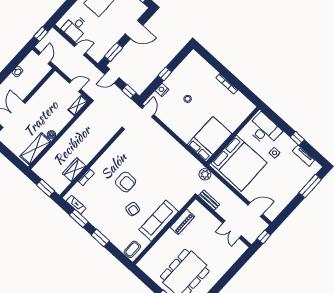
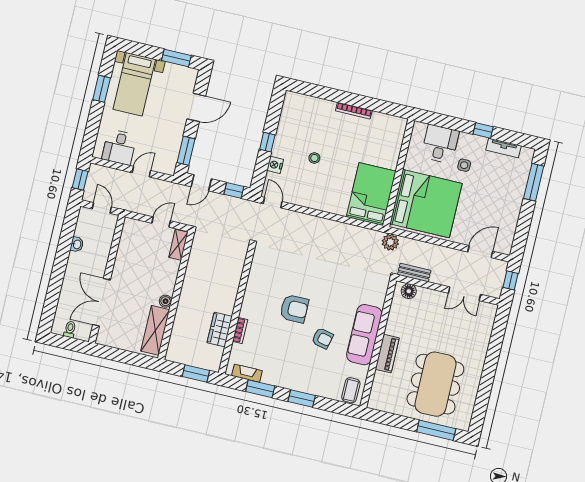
desk: (264, 129) -> (440, 144), width x0.73
floor lamp: (200, 210) -> (409, 291), added
piano: (182, 222) -> (387, 354), moved

